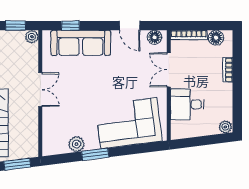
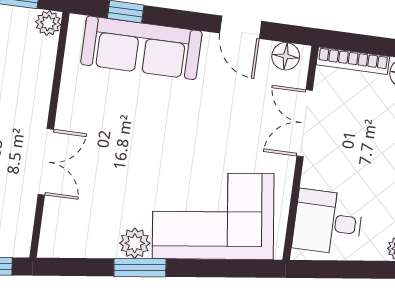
double door: (40, 90) -> (46, 162), moved
desk: (187, 104) -> (328, 222), moved
plant: (77, 144) -> (135, 243), moved

